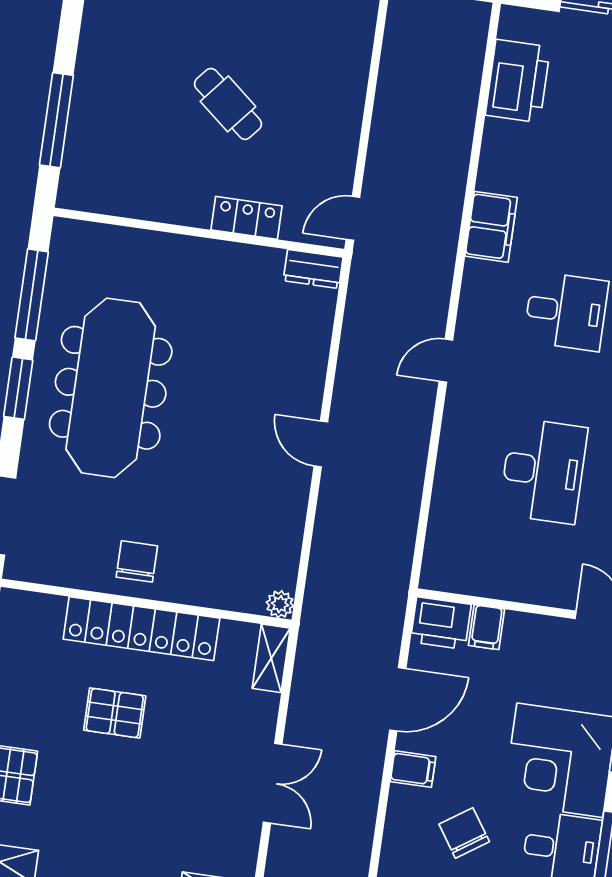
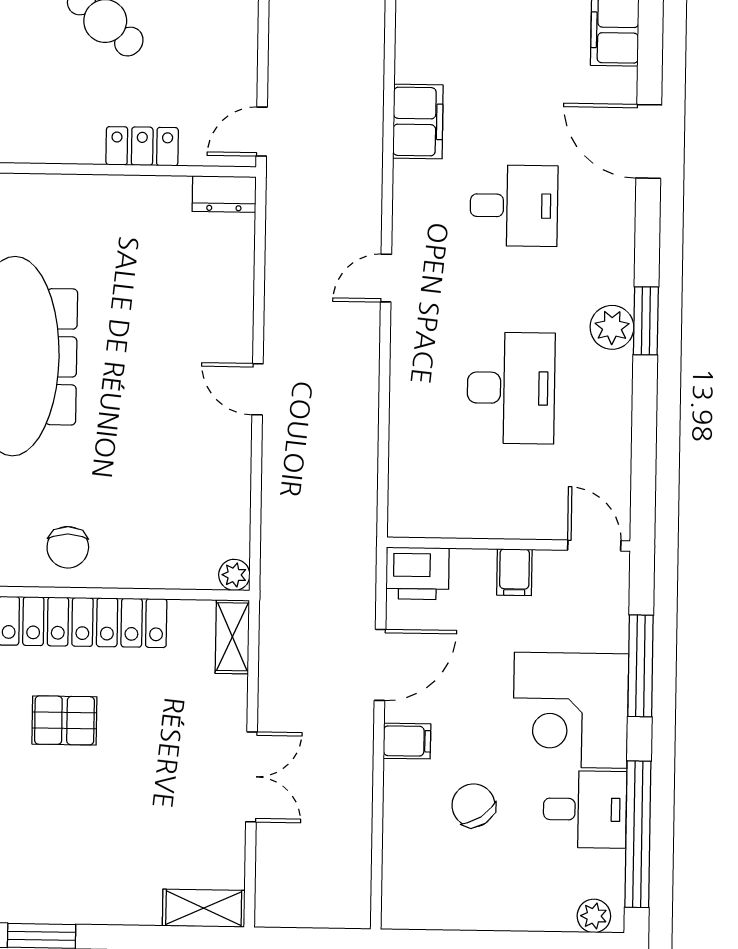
chair: (137, 561) -> (68, 547), turned 180
filing cabinet: (487, 627) -> (514, 572), moved

